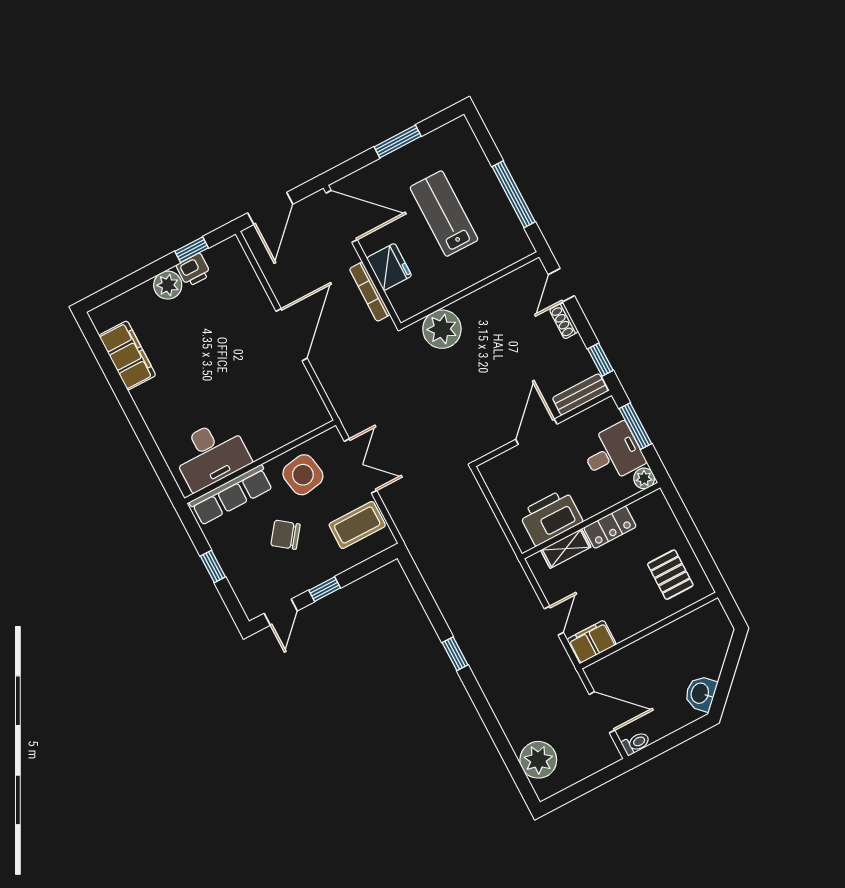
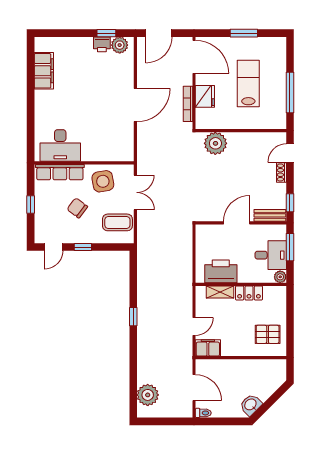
plant: (168, 285) -> (120, 45), moved
pallet: (670, 575) -> (268, 334), turned 90

